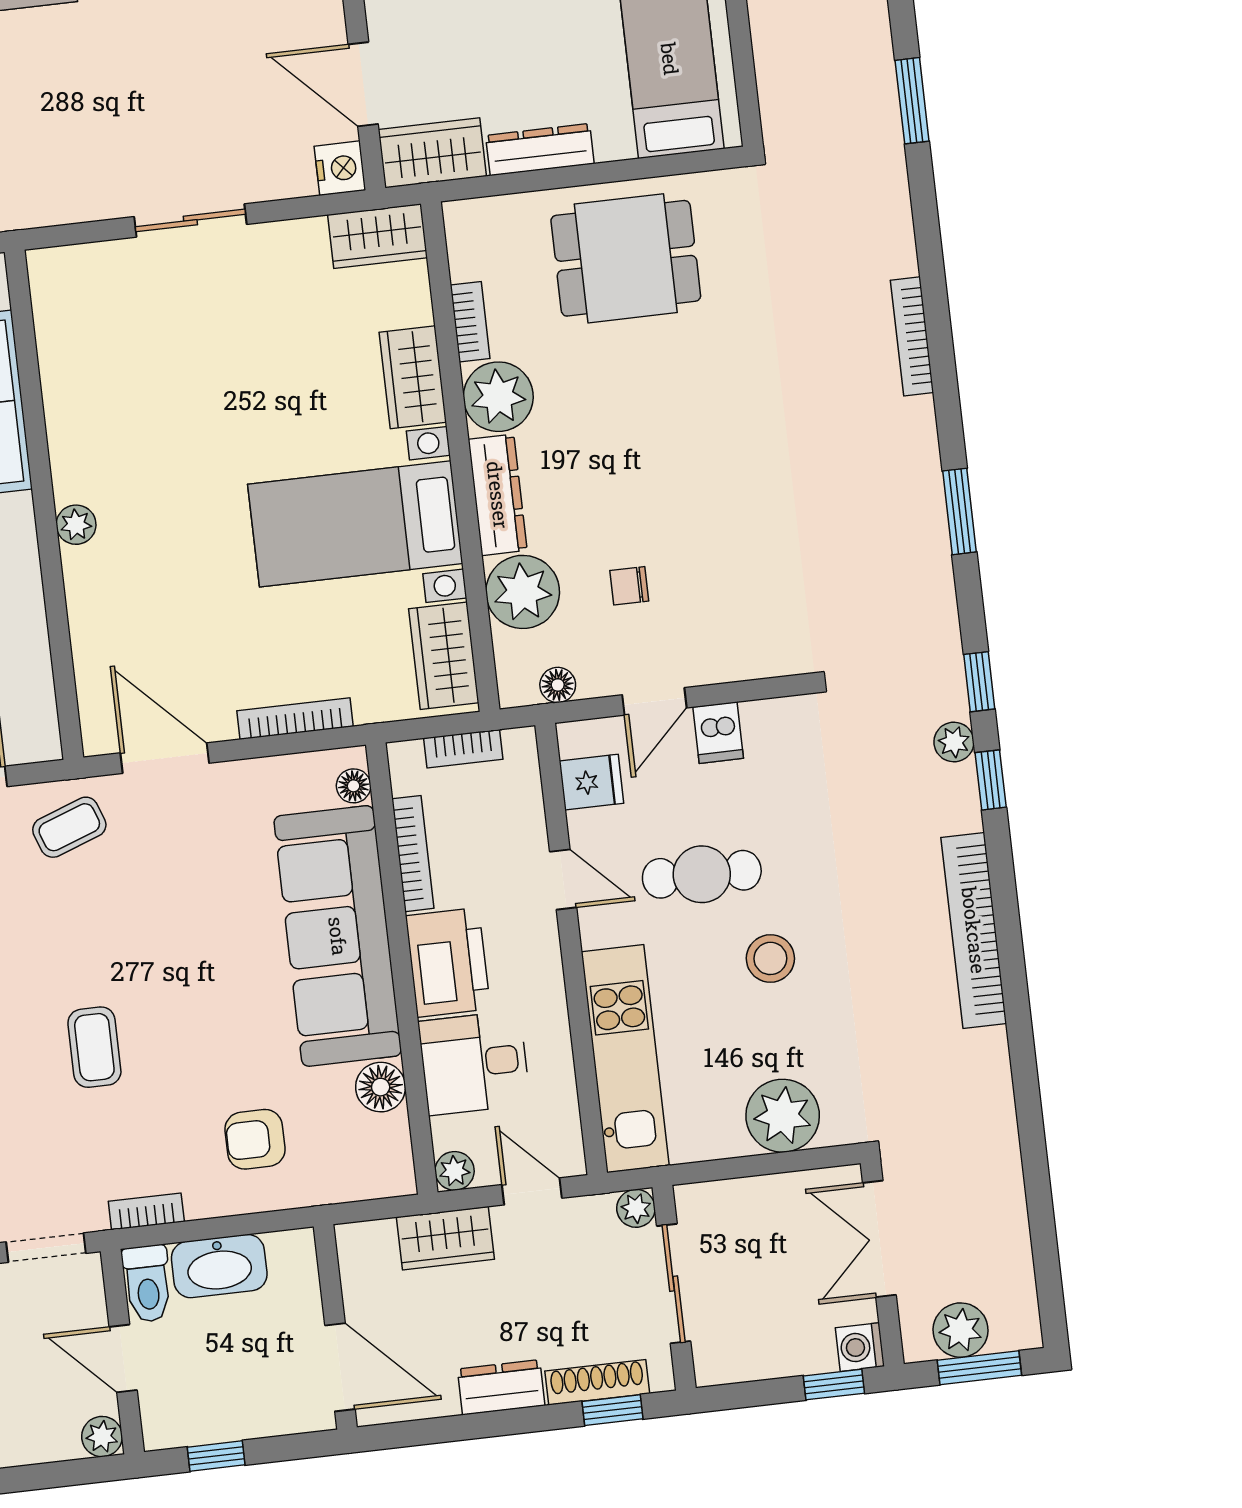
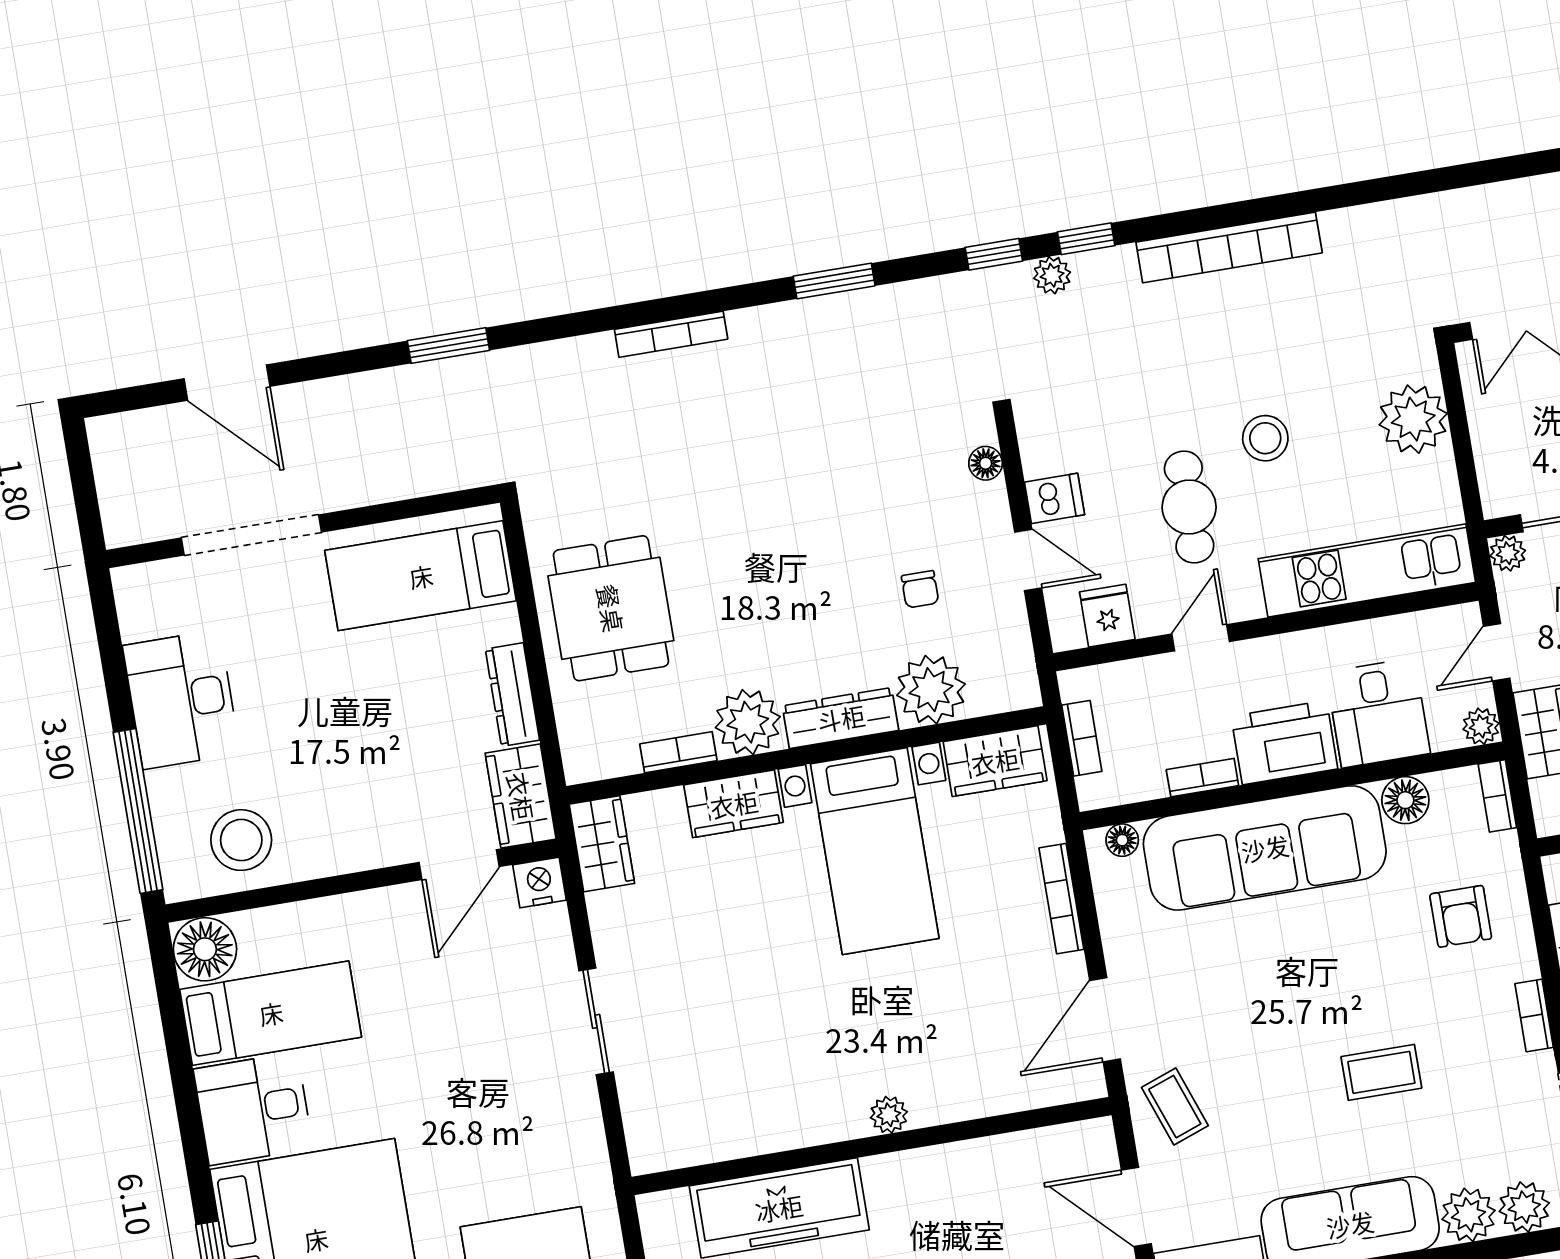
floor lamp: (558, 685) -> (986, 463), moved
bookcase: (413, 854) -> (1202, 778), width x0.64
bookcase: (380, 1184) -> (1497, 796), added

